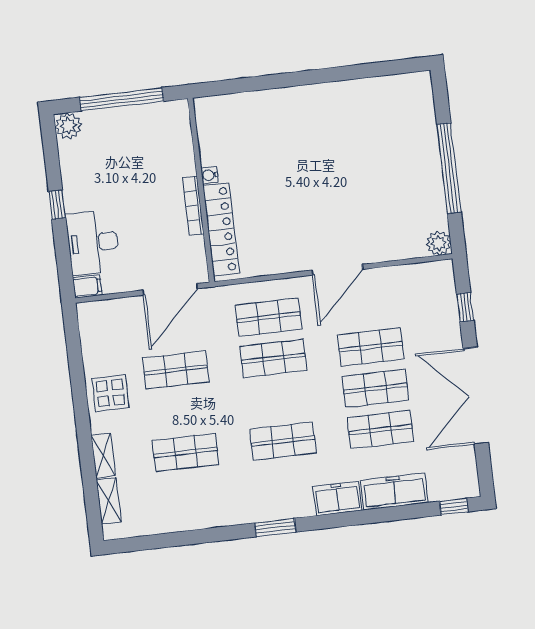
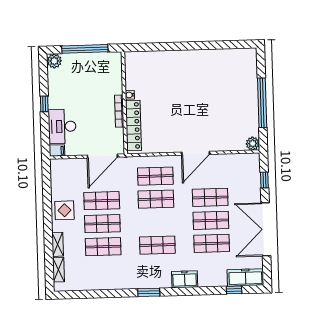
shop shelf: (181, 411) -> (102, 224), added
freezer: (394, 491) -> (245, 277), moved
window: (454, 507) -> (234, 290), moved

